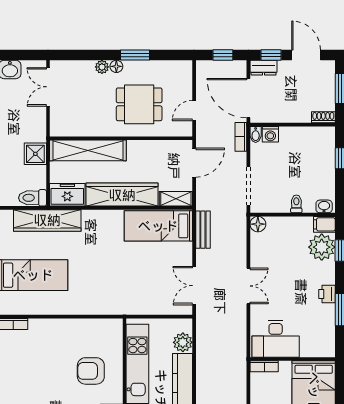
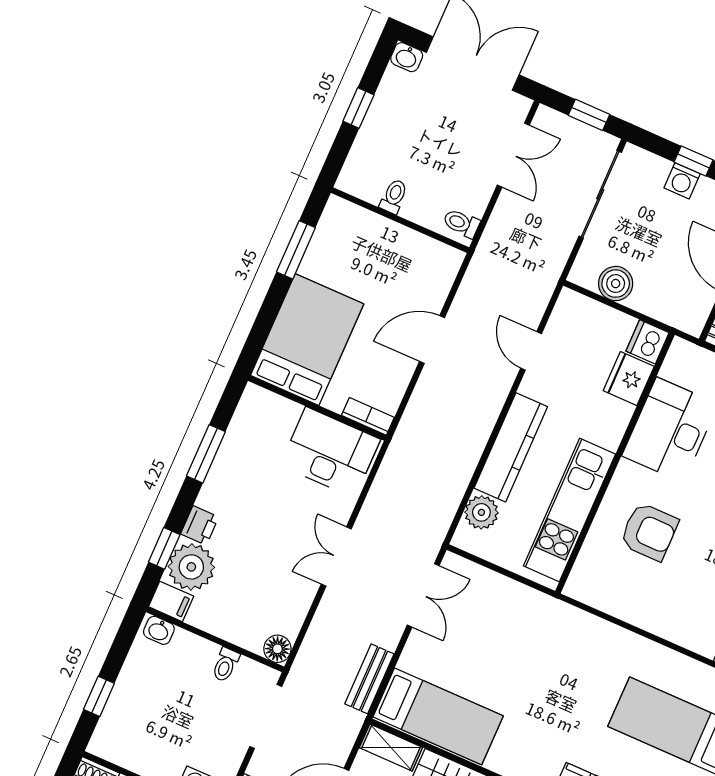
toilet: (296, 204) -> (225, 665), moved
printer: (327, 294) -> (200, 525), moved

